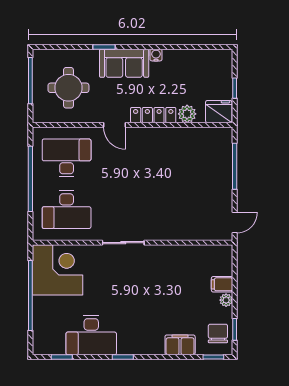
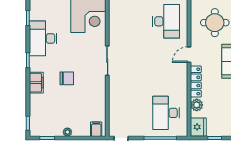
desk: (67, 210) -> (166, 113), moved
filing cabinet: (222, 284) -> (96, 129), moved
chair: (218, 333) -> (67, 78), moved
filing cabinet: (180, 345) -> (36, 83), moved

